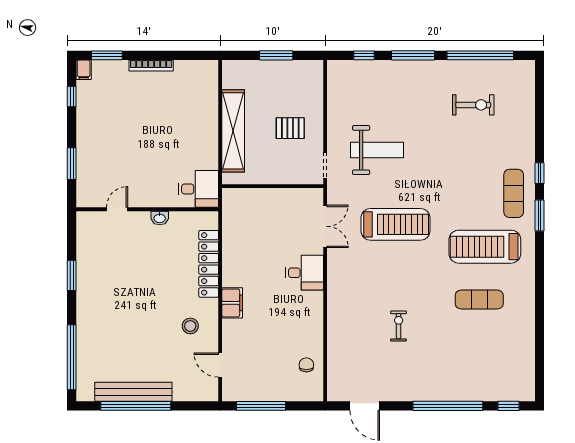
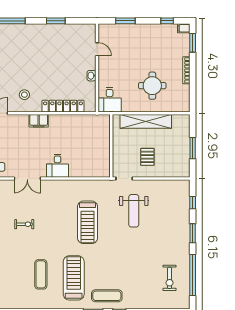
window: (413, 55) -> (193, 233), width x0.69
exercise bike: (473, 105) -> (170, 278), moved
round table: (176, 120) -> (152, 86), added
double door: (325, 226) -> (27, 179), moved

